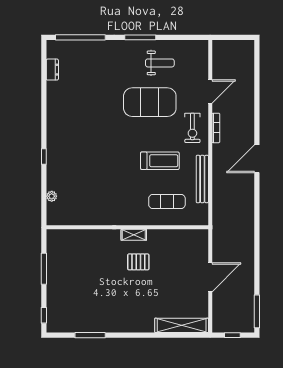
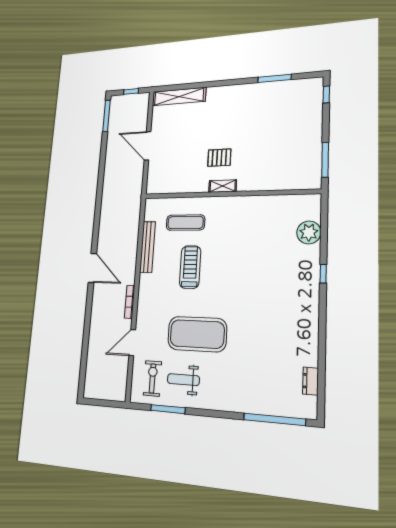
window: (140, 37) -> (168, 409), moved
exercise bike: (192, 128) -> (152, 378), moved
door: (257, 159) -> (92, 268), hinge flipped
treadmill: (160, 161) -> (190, 267), turned 90
plant: (52, 196) -> (309, 232), width x1.88, depth x1.88
window: (44, 269) -> (325, 160), moved
door: (210, 277) -> (148, 146), hinge flipped

